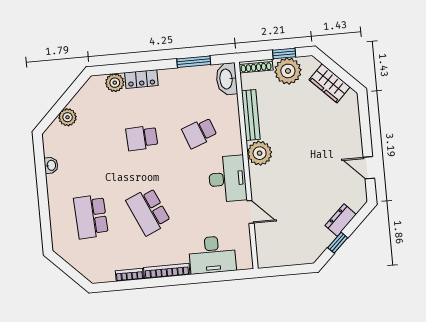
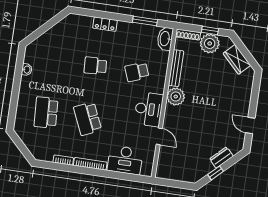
plant: (115, 83) -> (86, 22), removed
plant: (68, 117) -> (47, 38), removed

